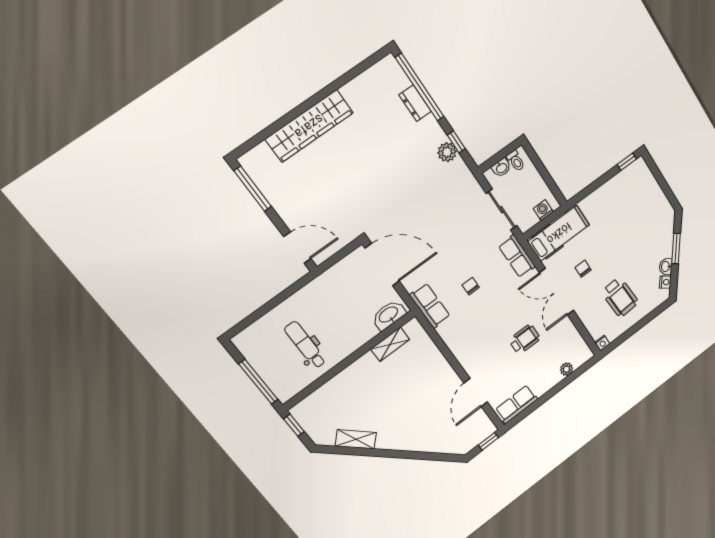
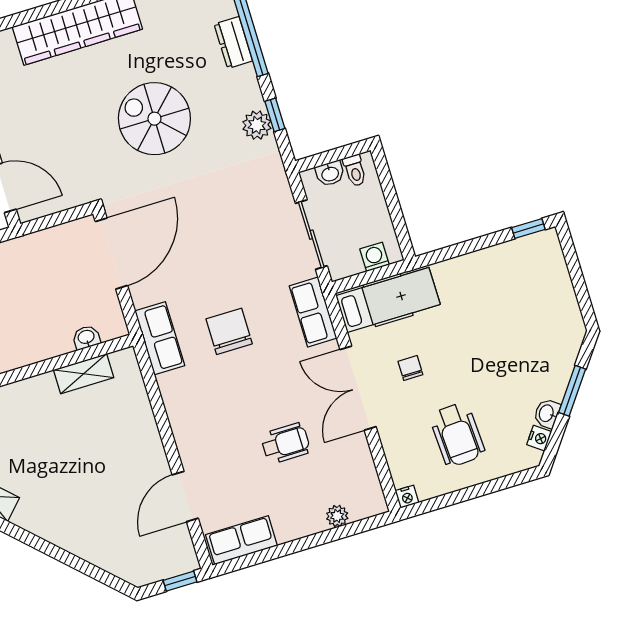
spiral stairs: (381, 170) -> (154, 119), added
door: (382, 265) -> (111, 254), hinge flipped
chair: (471, 286) -> (229, 331), width x1.87, depth x1.87
washbasin: (389, 315) -> (86, 337), width x0.52, depth x0.69

